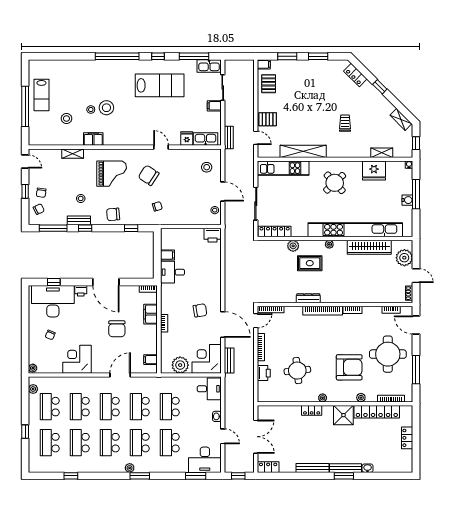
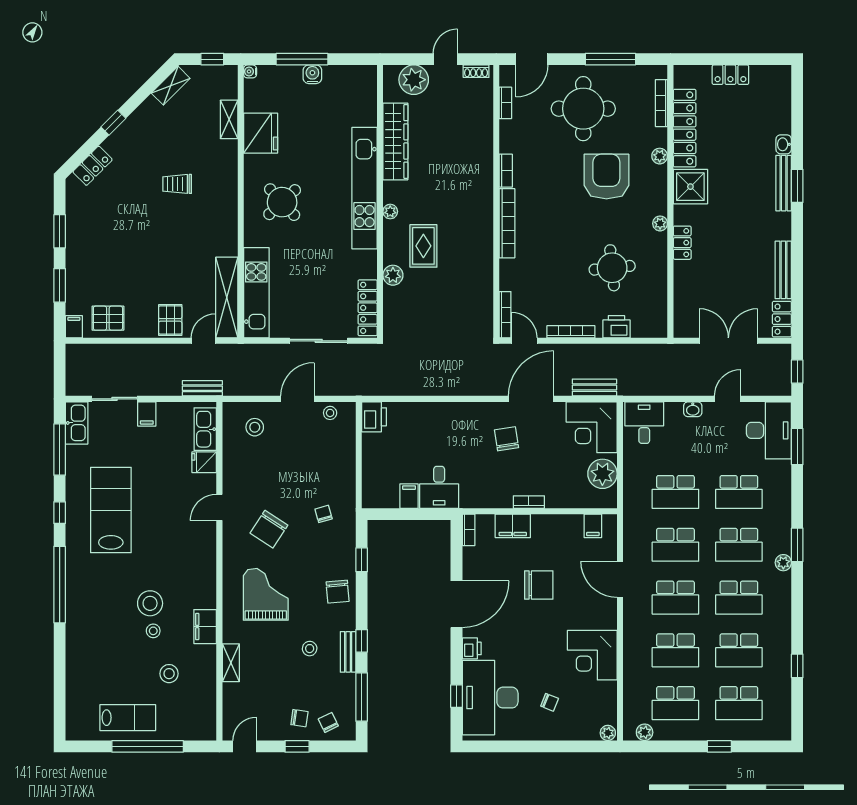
shelving: (303, 151) -> (227, 298), moved
kitchen unit: (355, 230) -> (365, 188), width x0.73
dresser: (308, 298) -> (485, 248), removed
bench: (312, 468) -> (783, 270), moved

